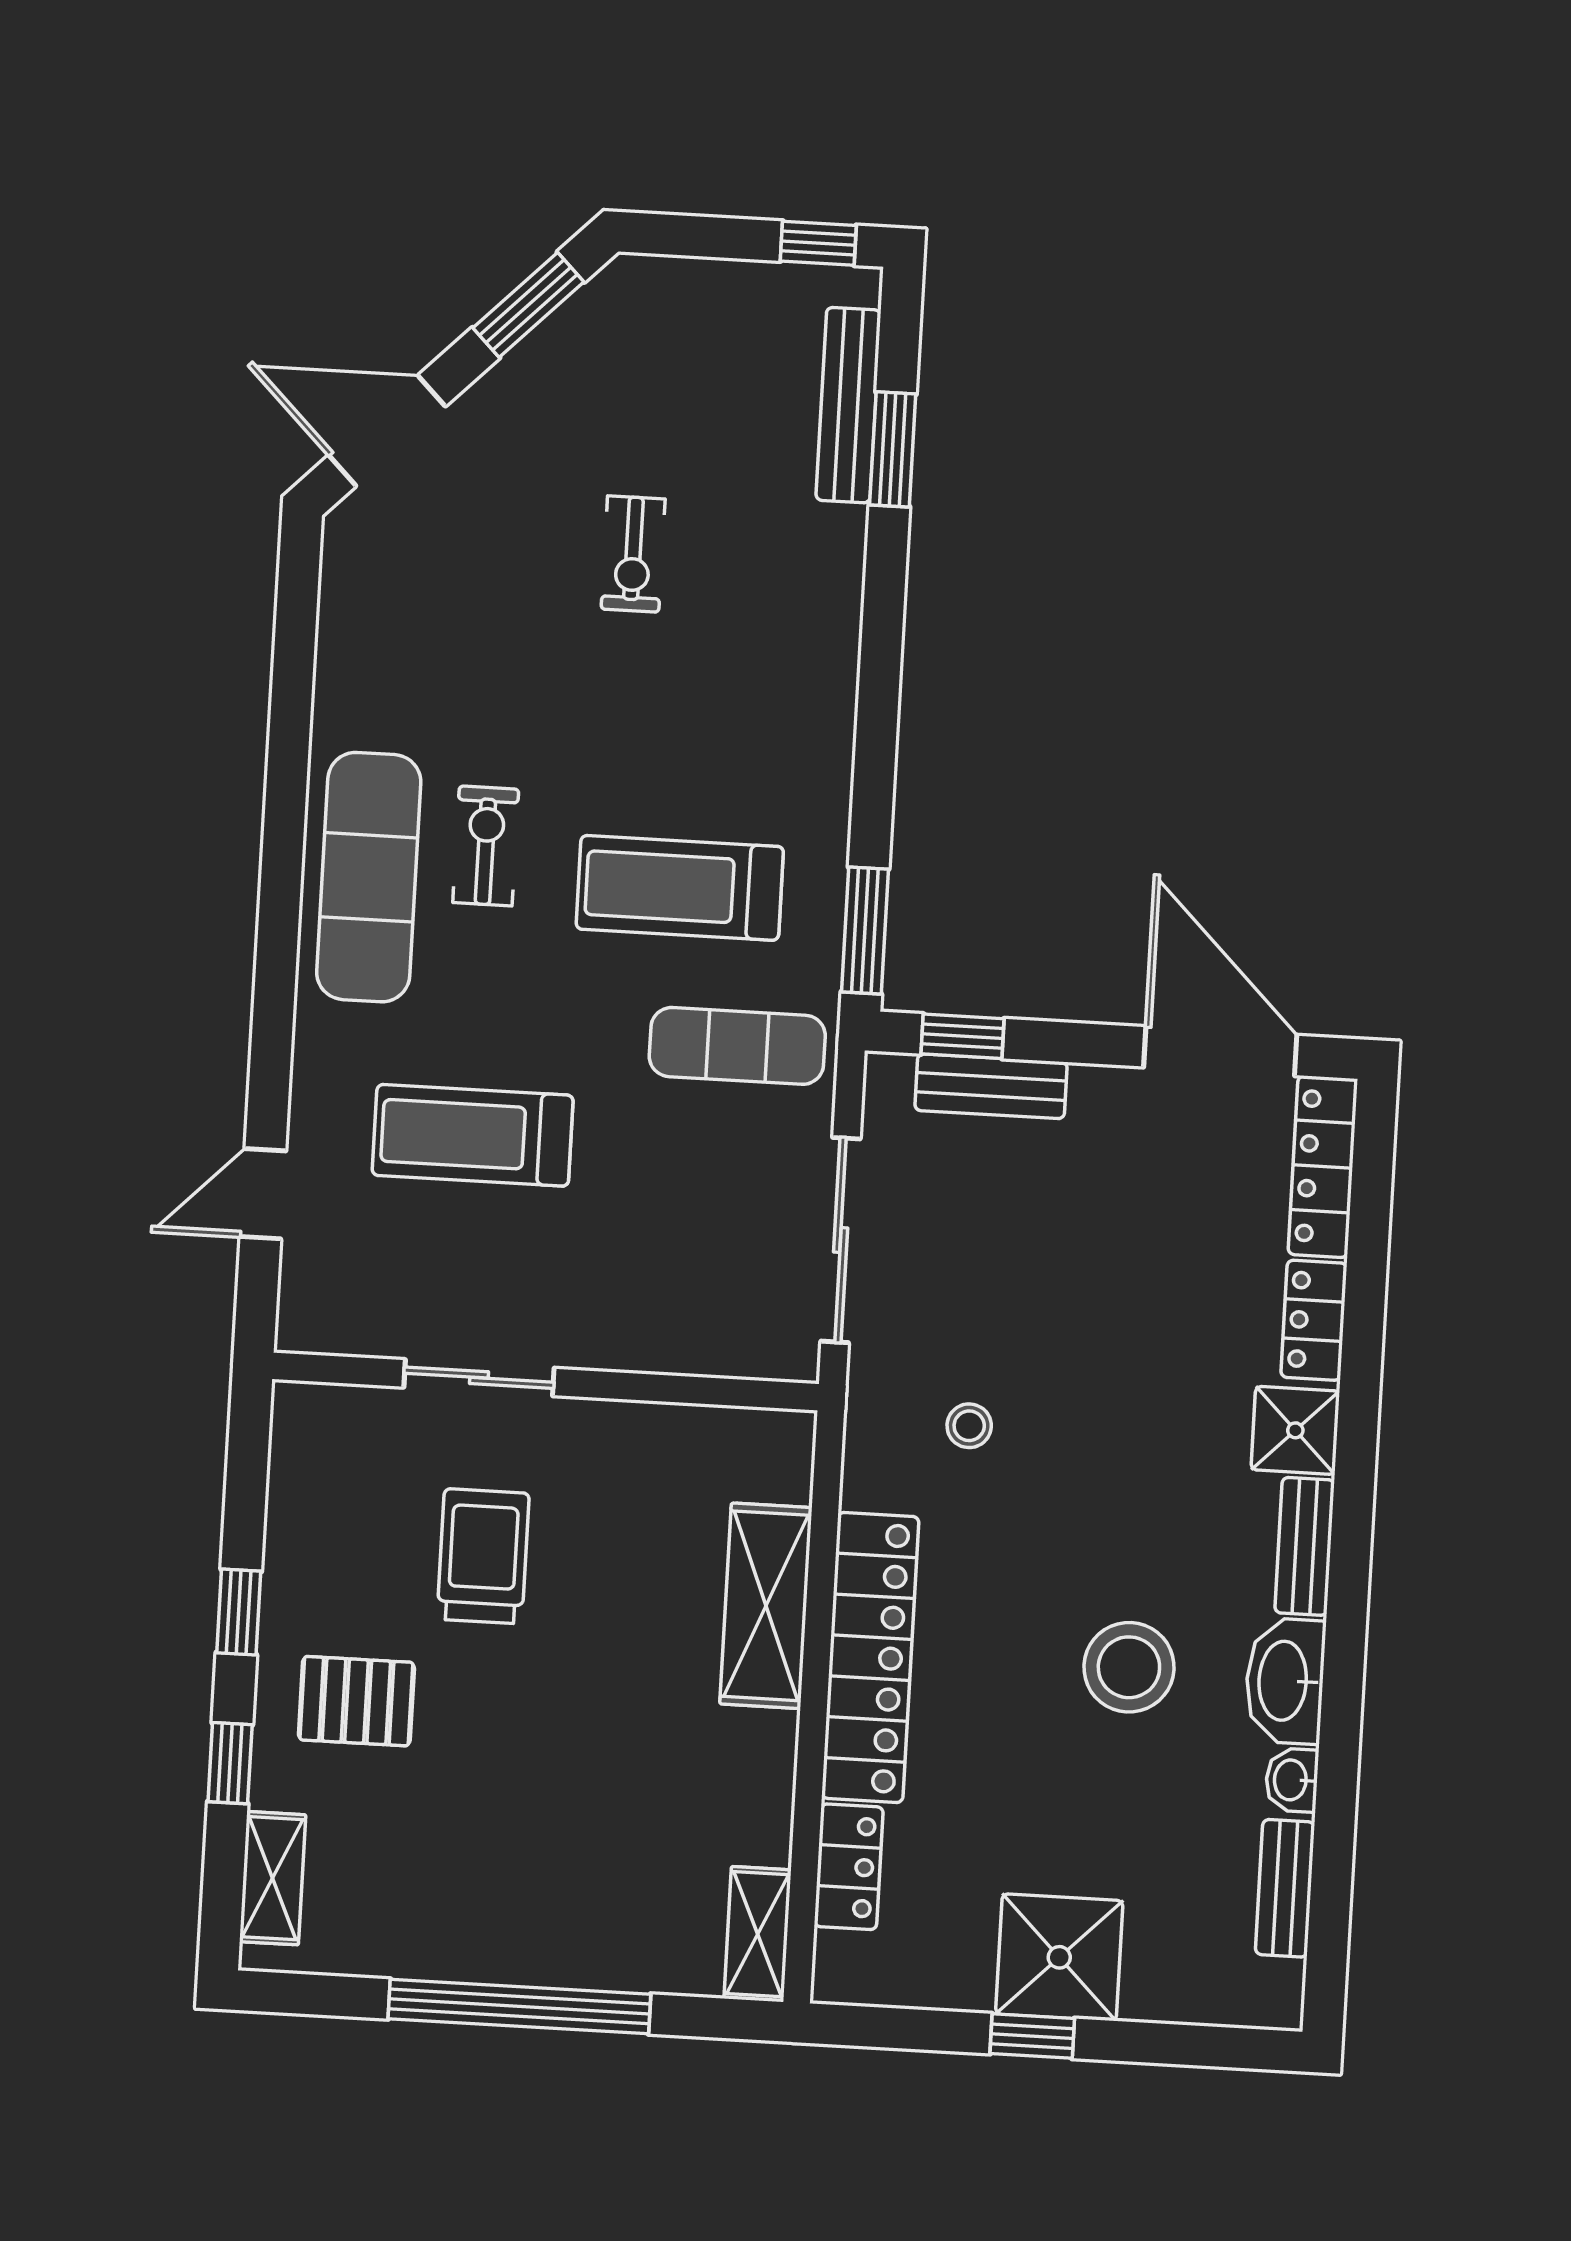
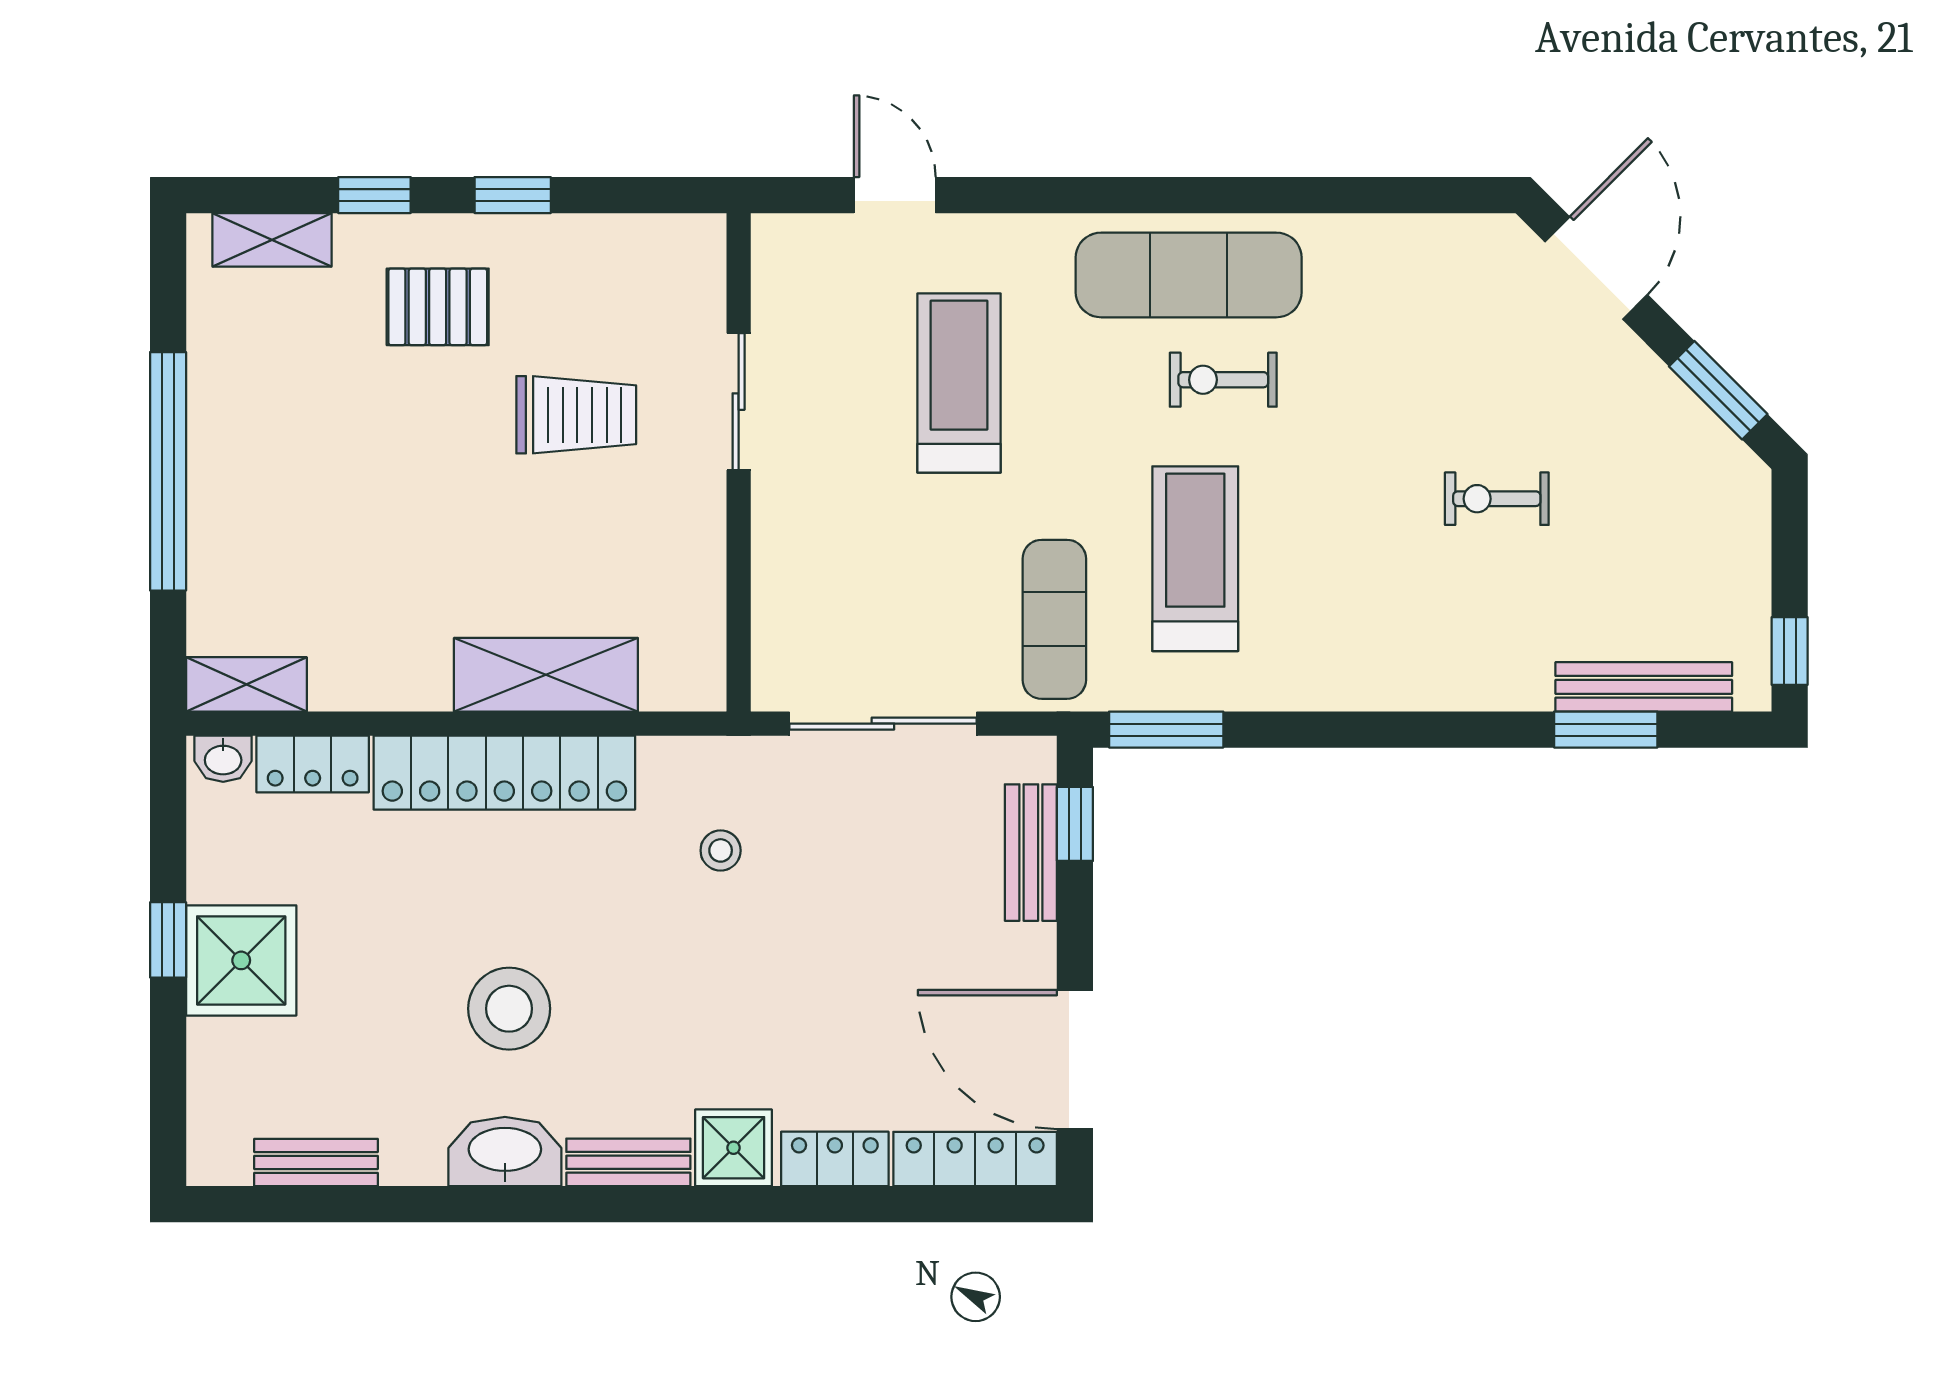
exercise bike: (486, 846) -> (1223, 380), turned 180
door: (1220, 1051) -> (1075, 1059), swing flipped
pallet: (356, 1701) -> (438, 307), turned 90
washbasin: (1292, 1780) -> (223, 759), moved, turned 180

